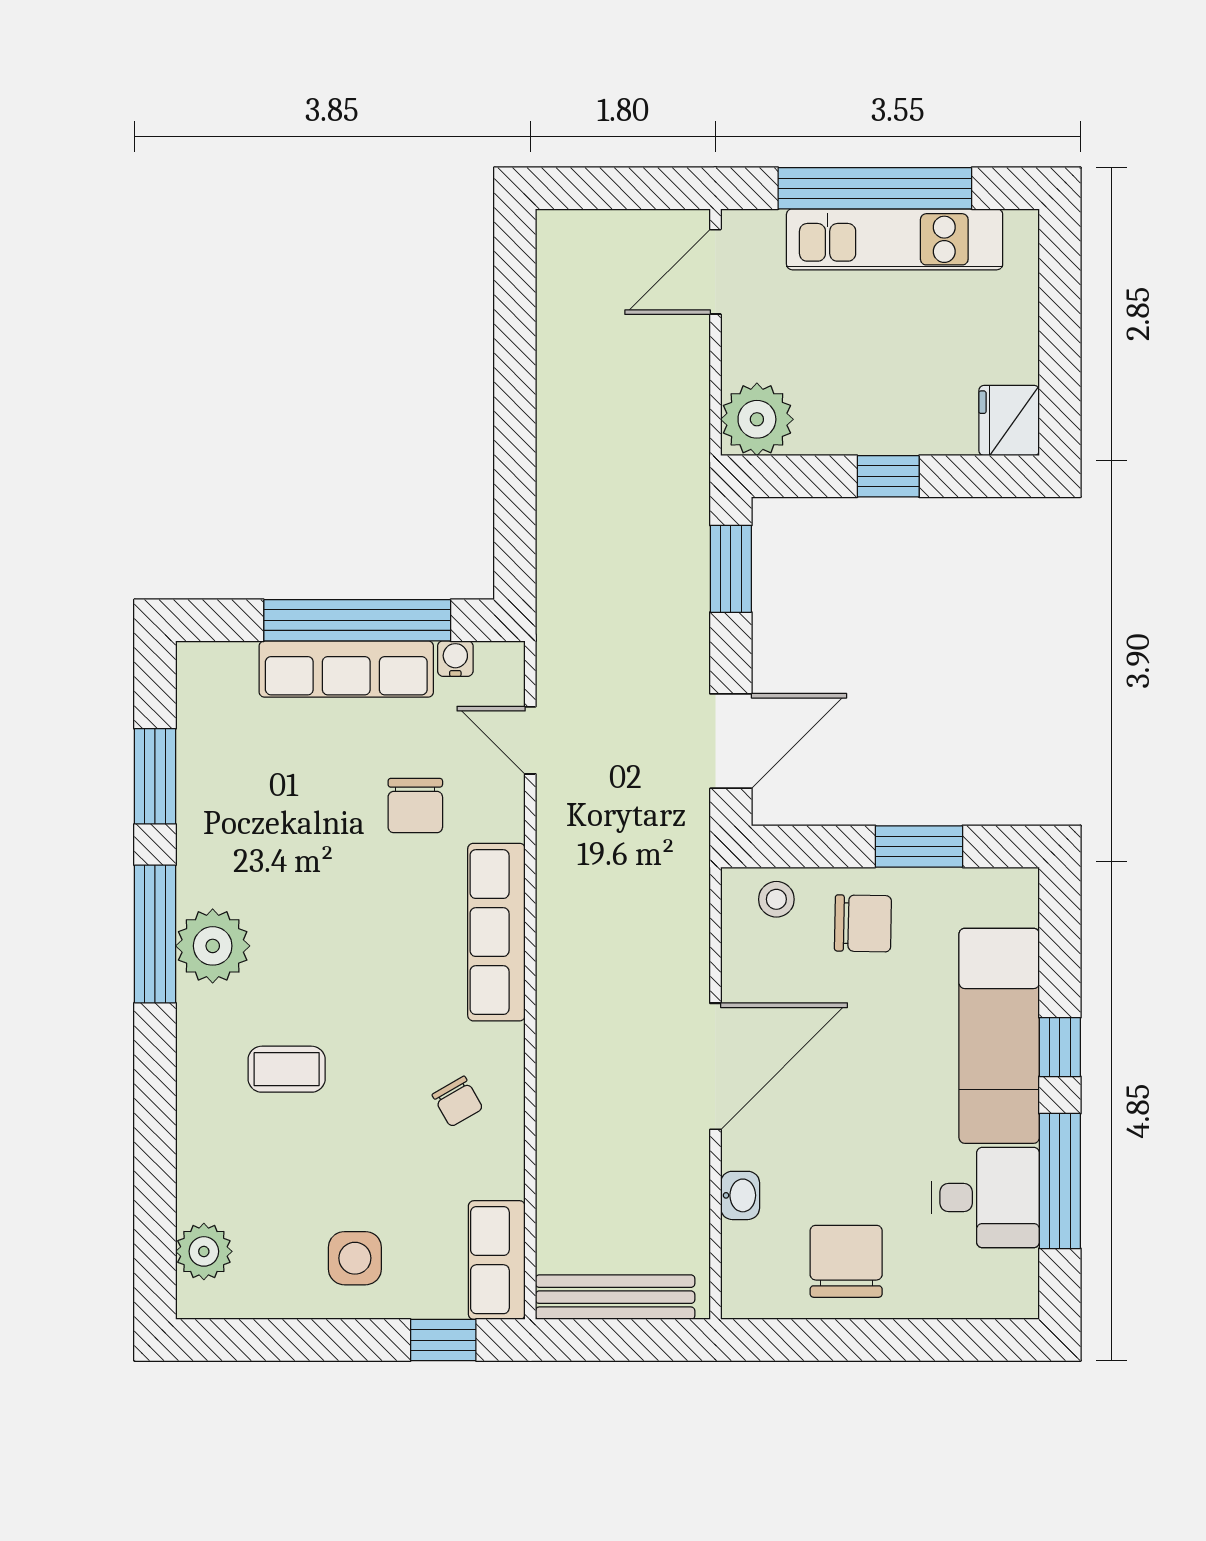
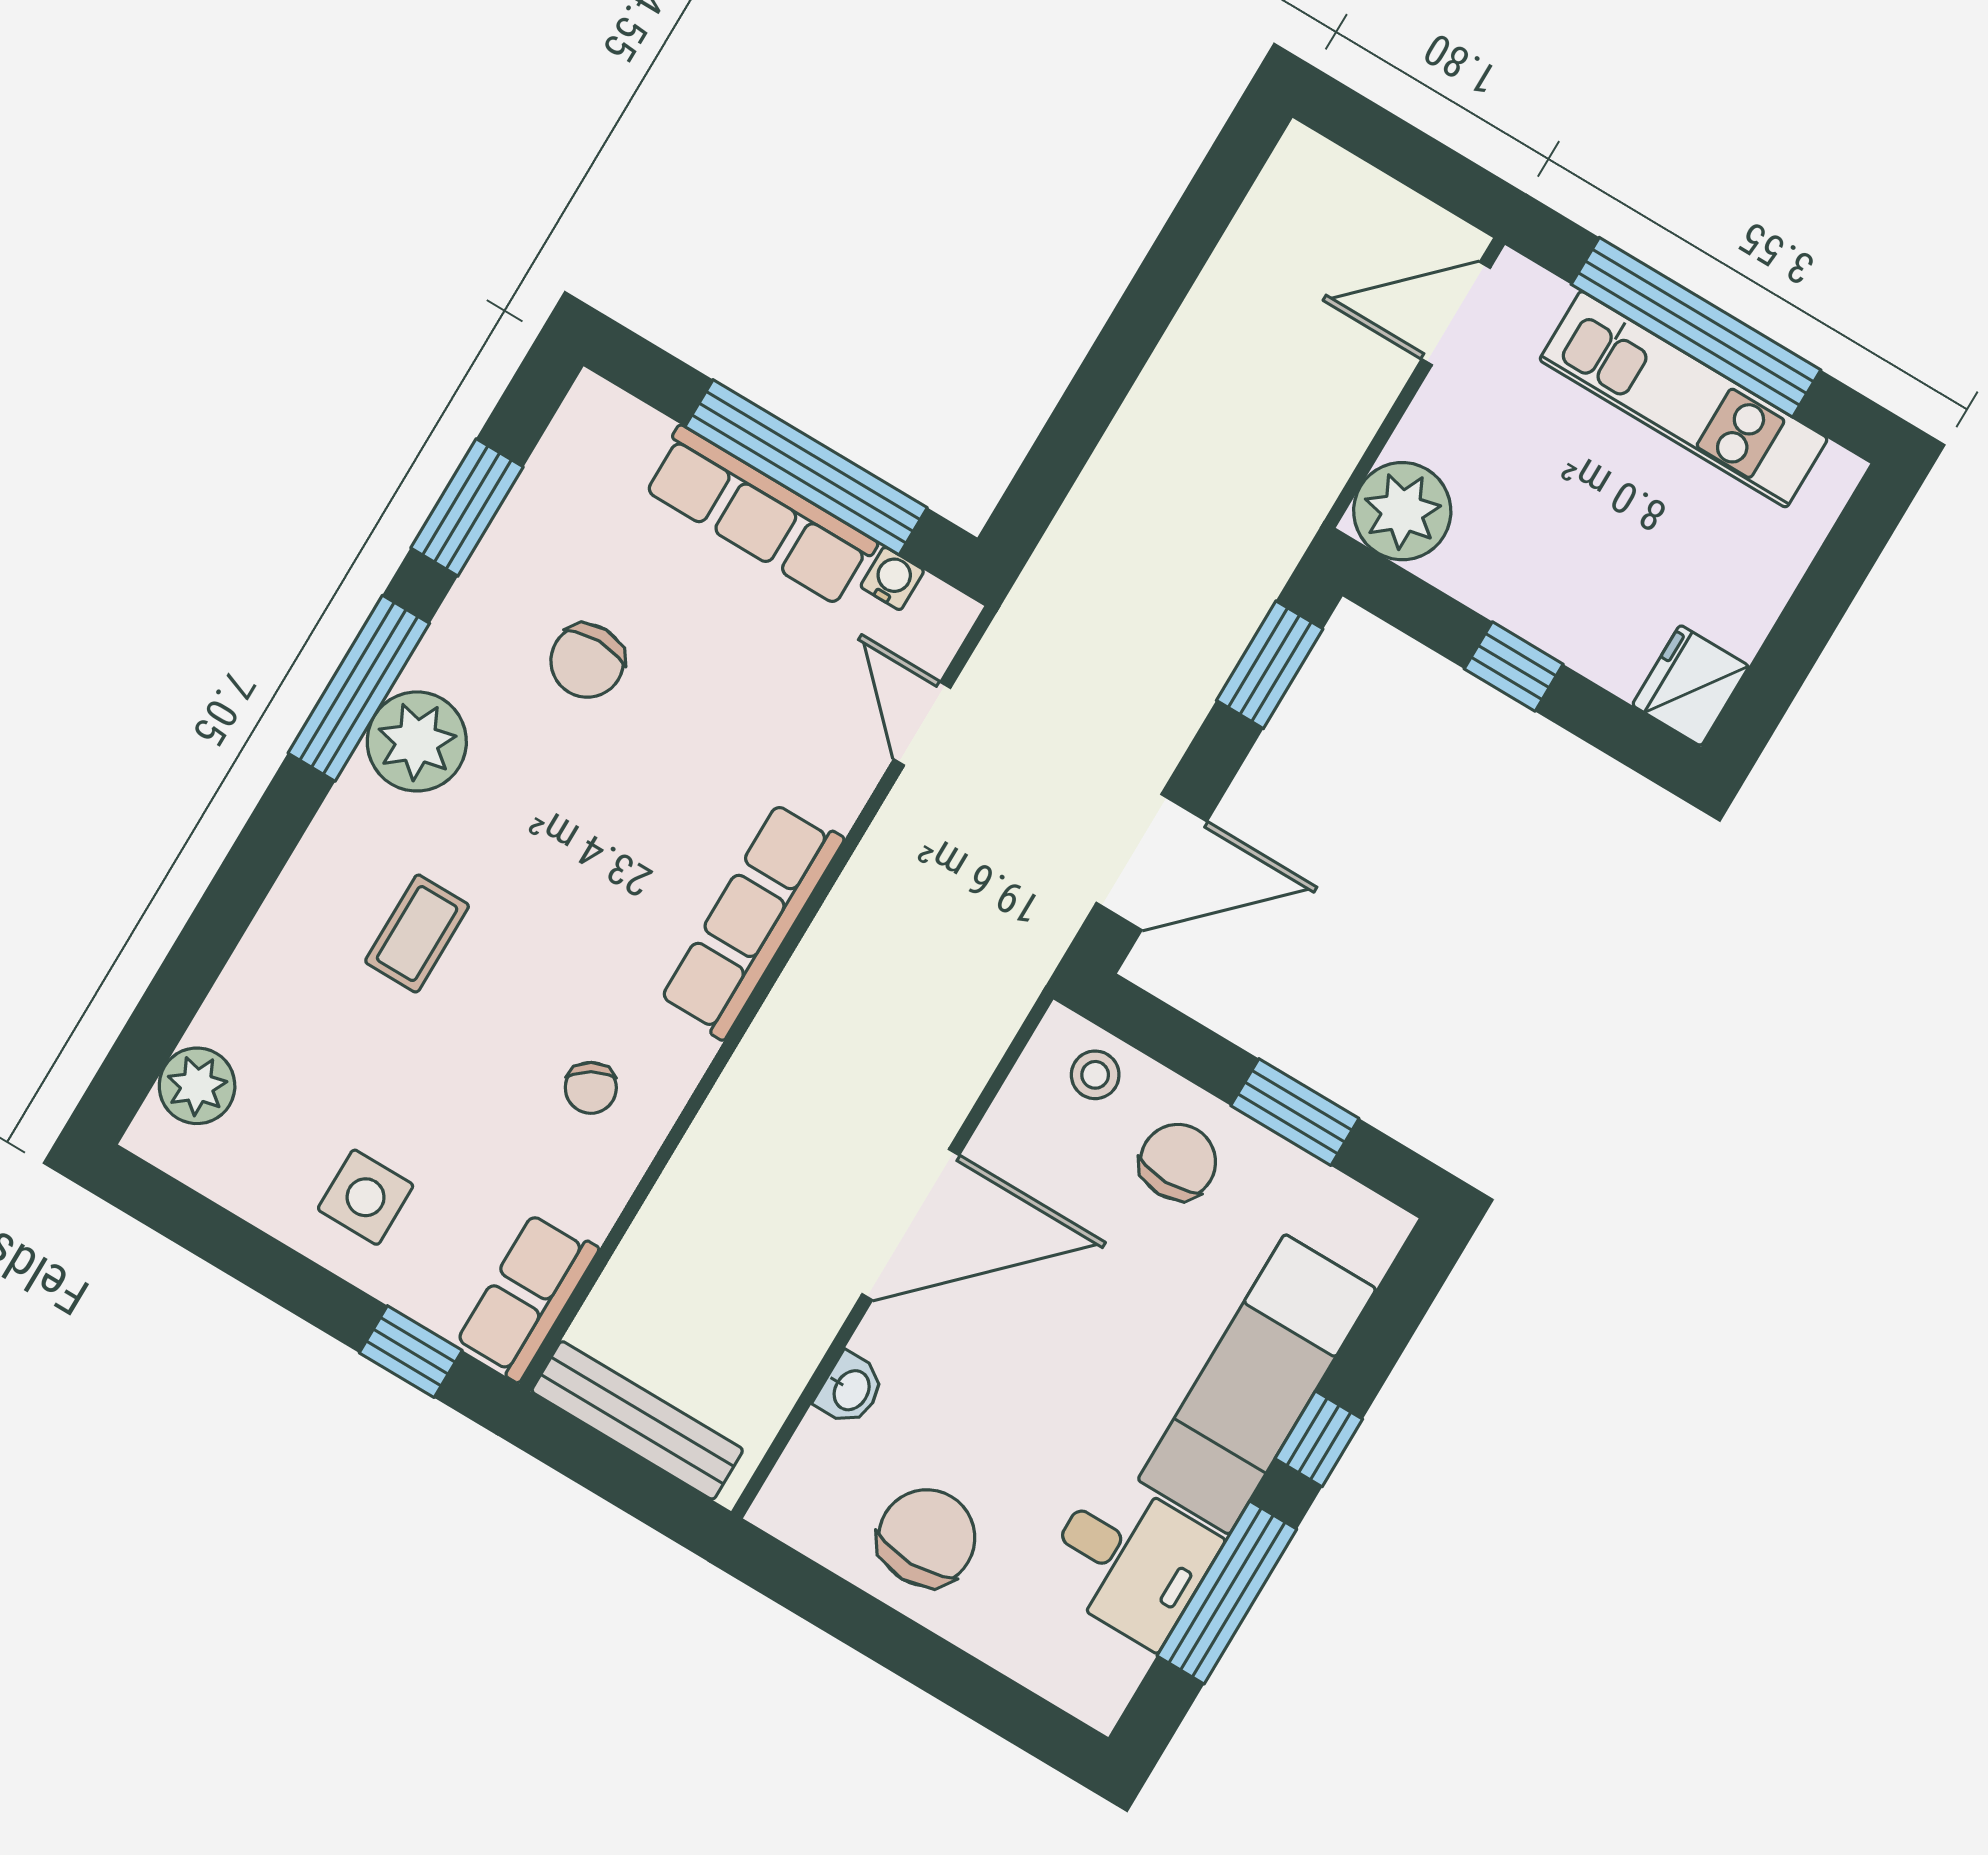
chair: (415, 806) -> (587, 661), moved
chair: (863, 923) -> (1178, 1162), turned -91
coffee table: (287, 1069) -> (417, 934), turned 90

